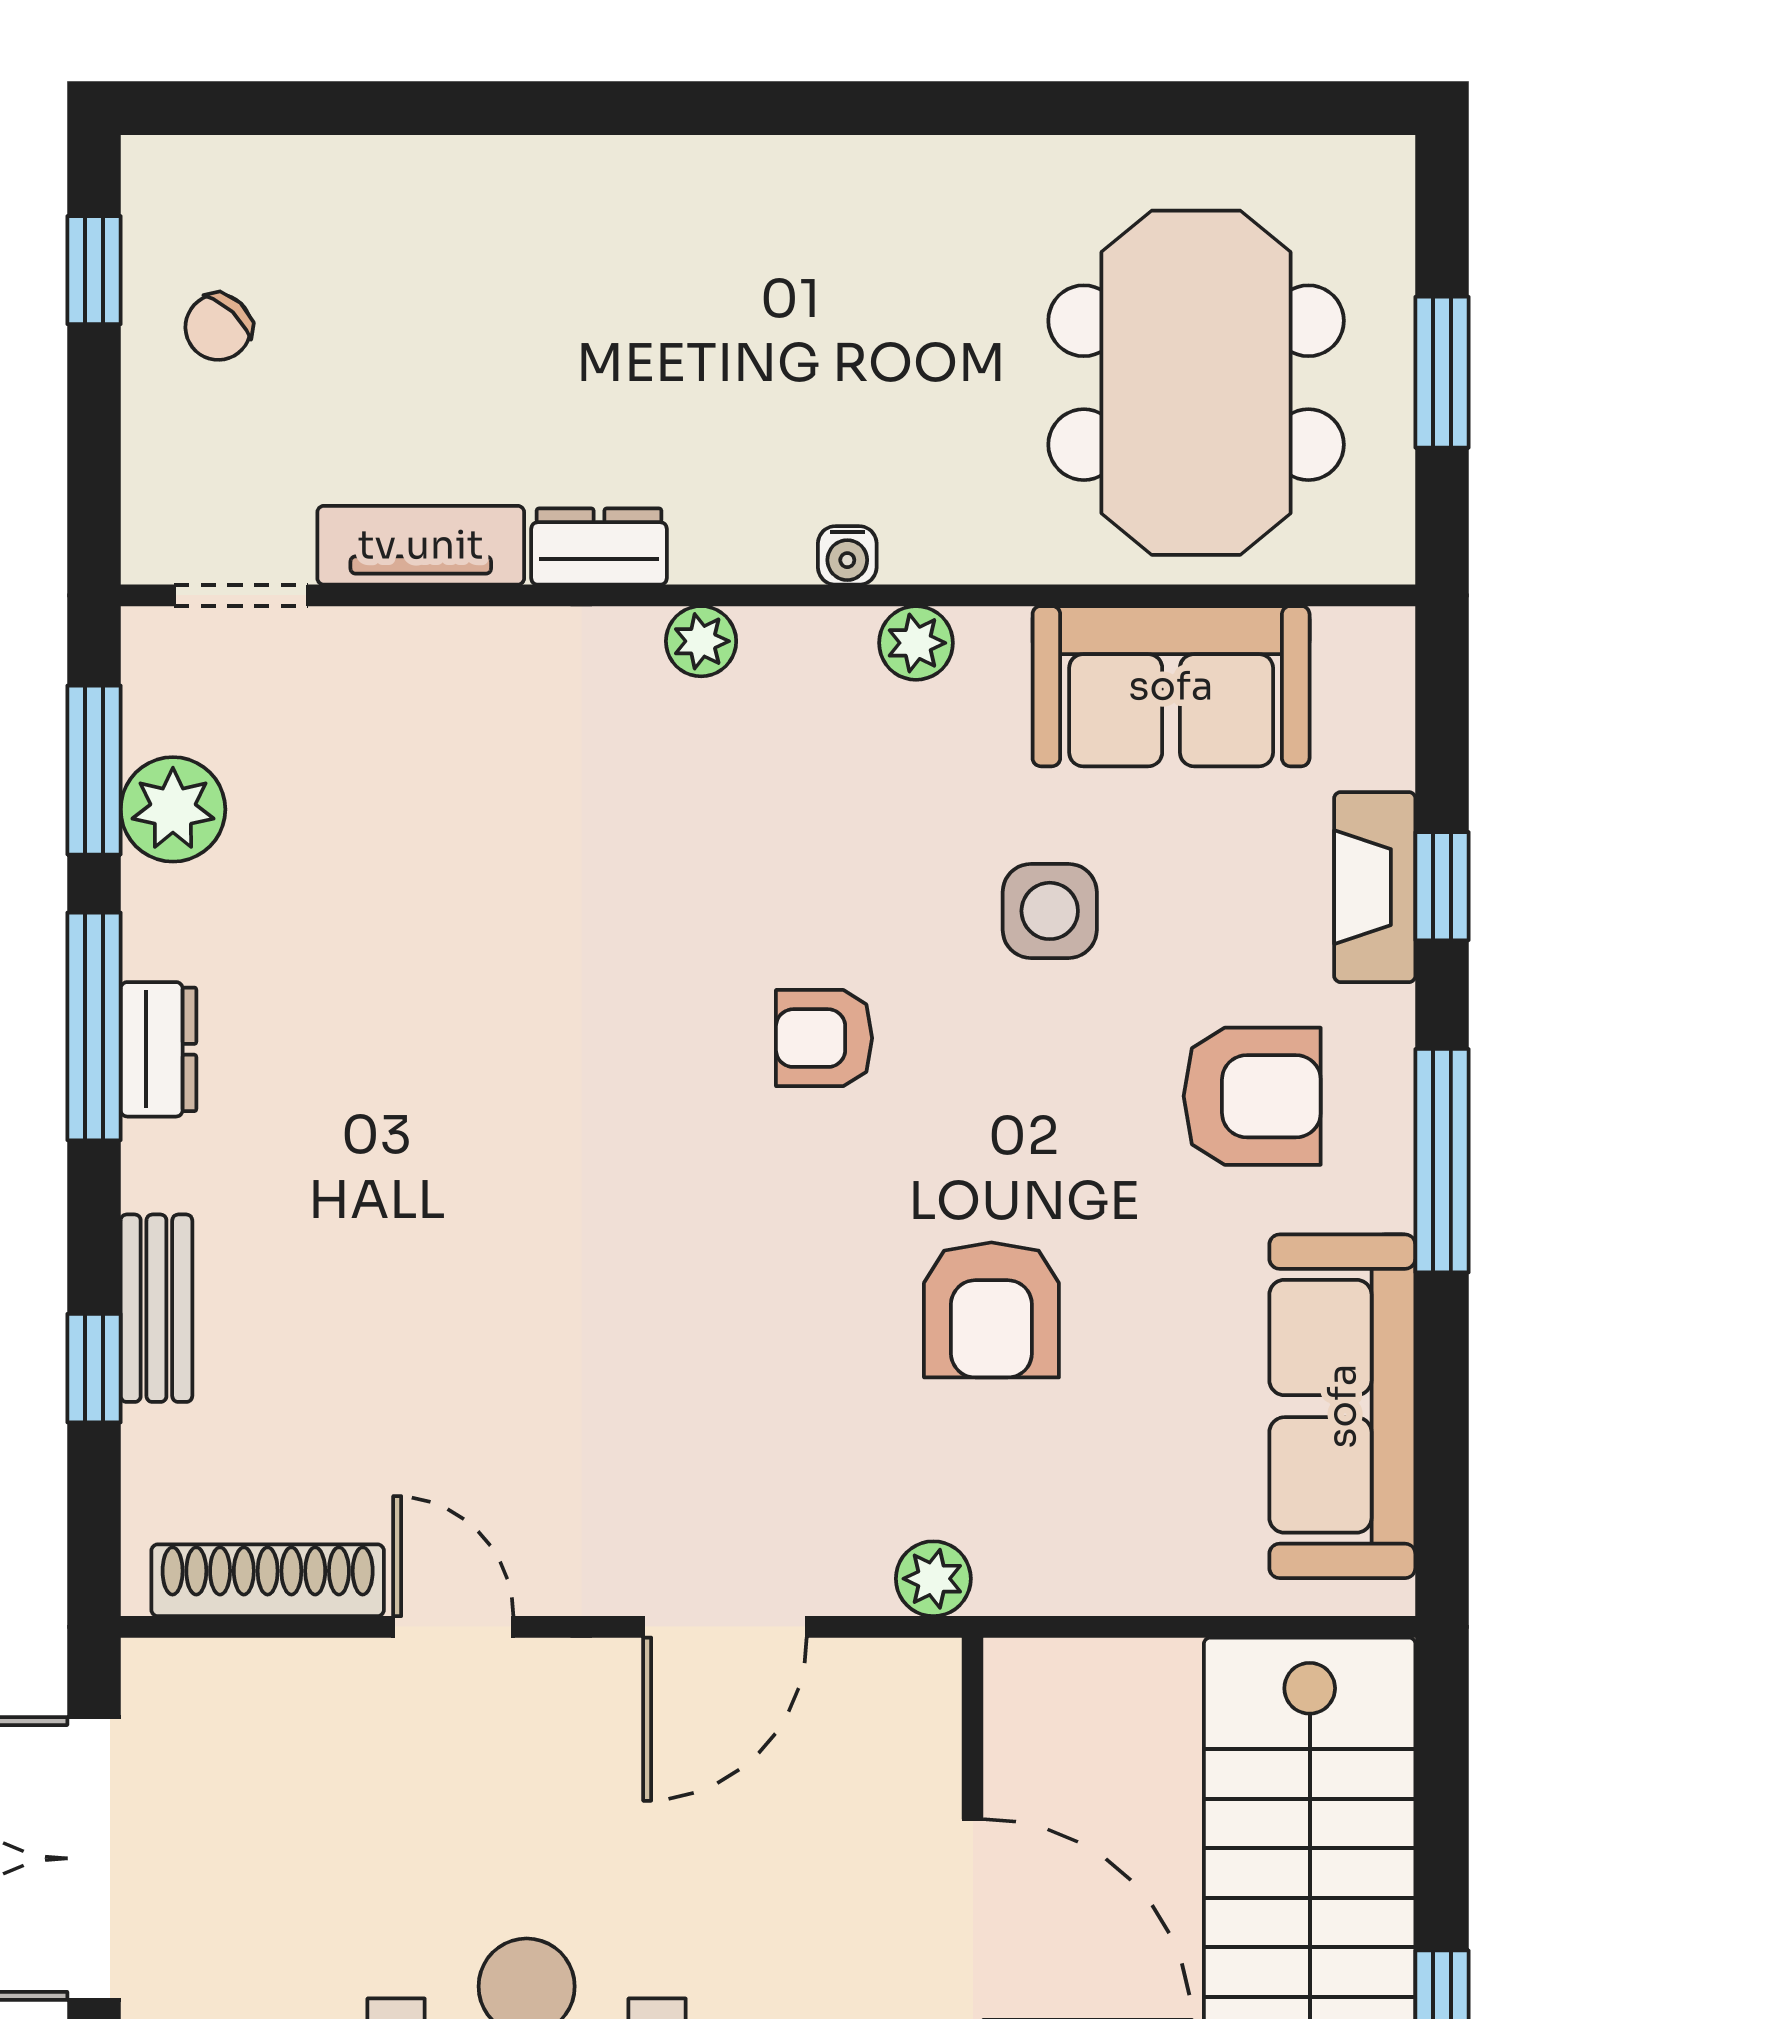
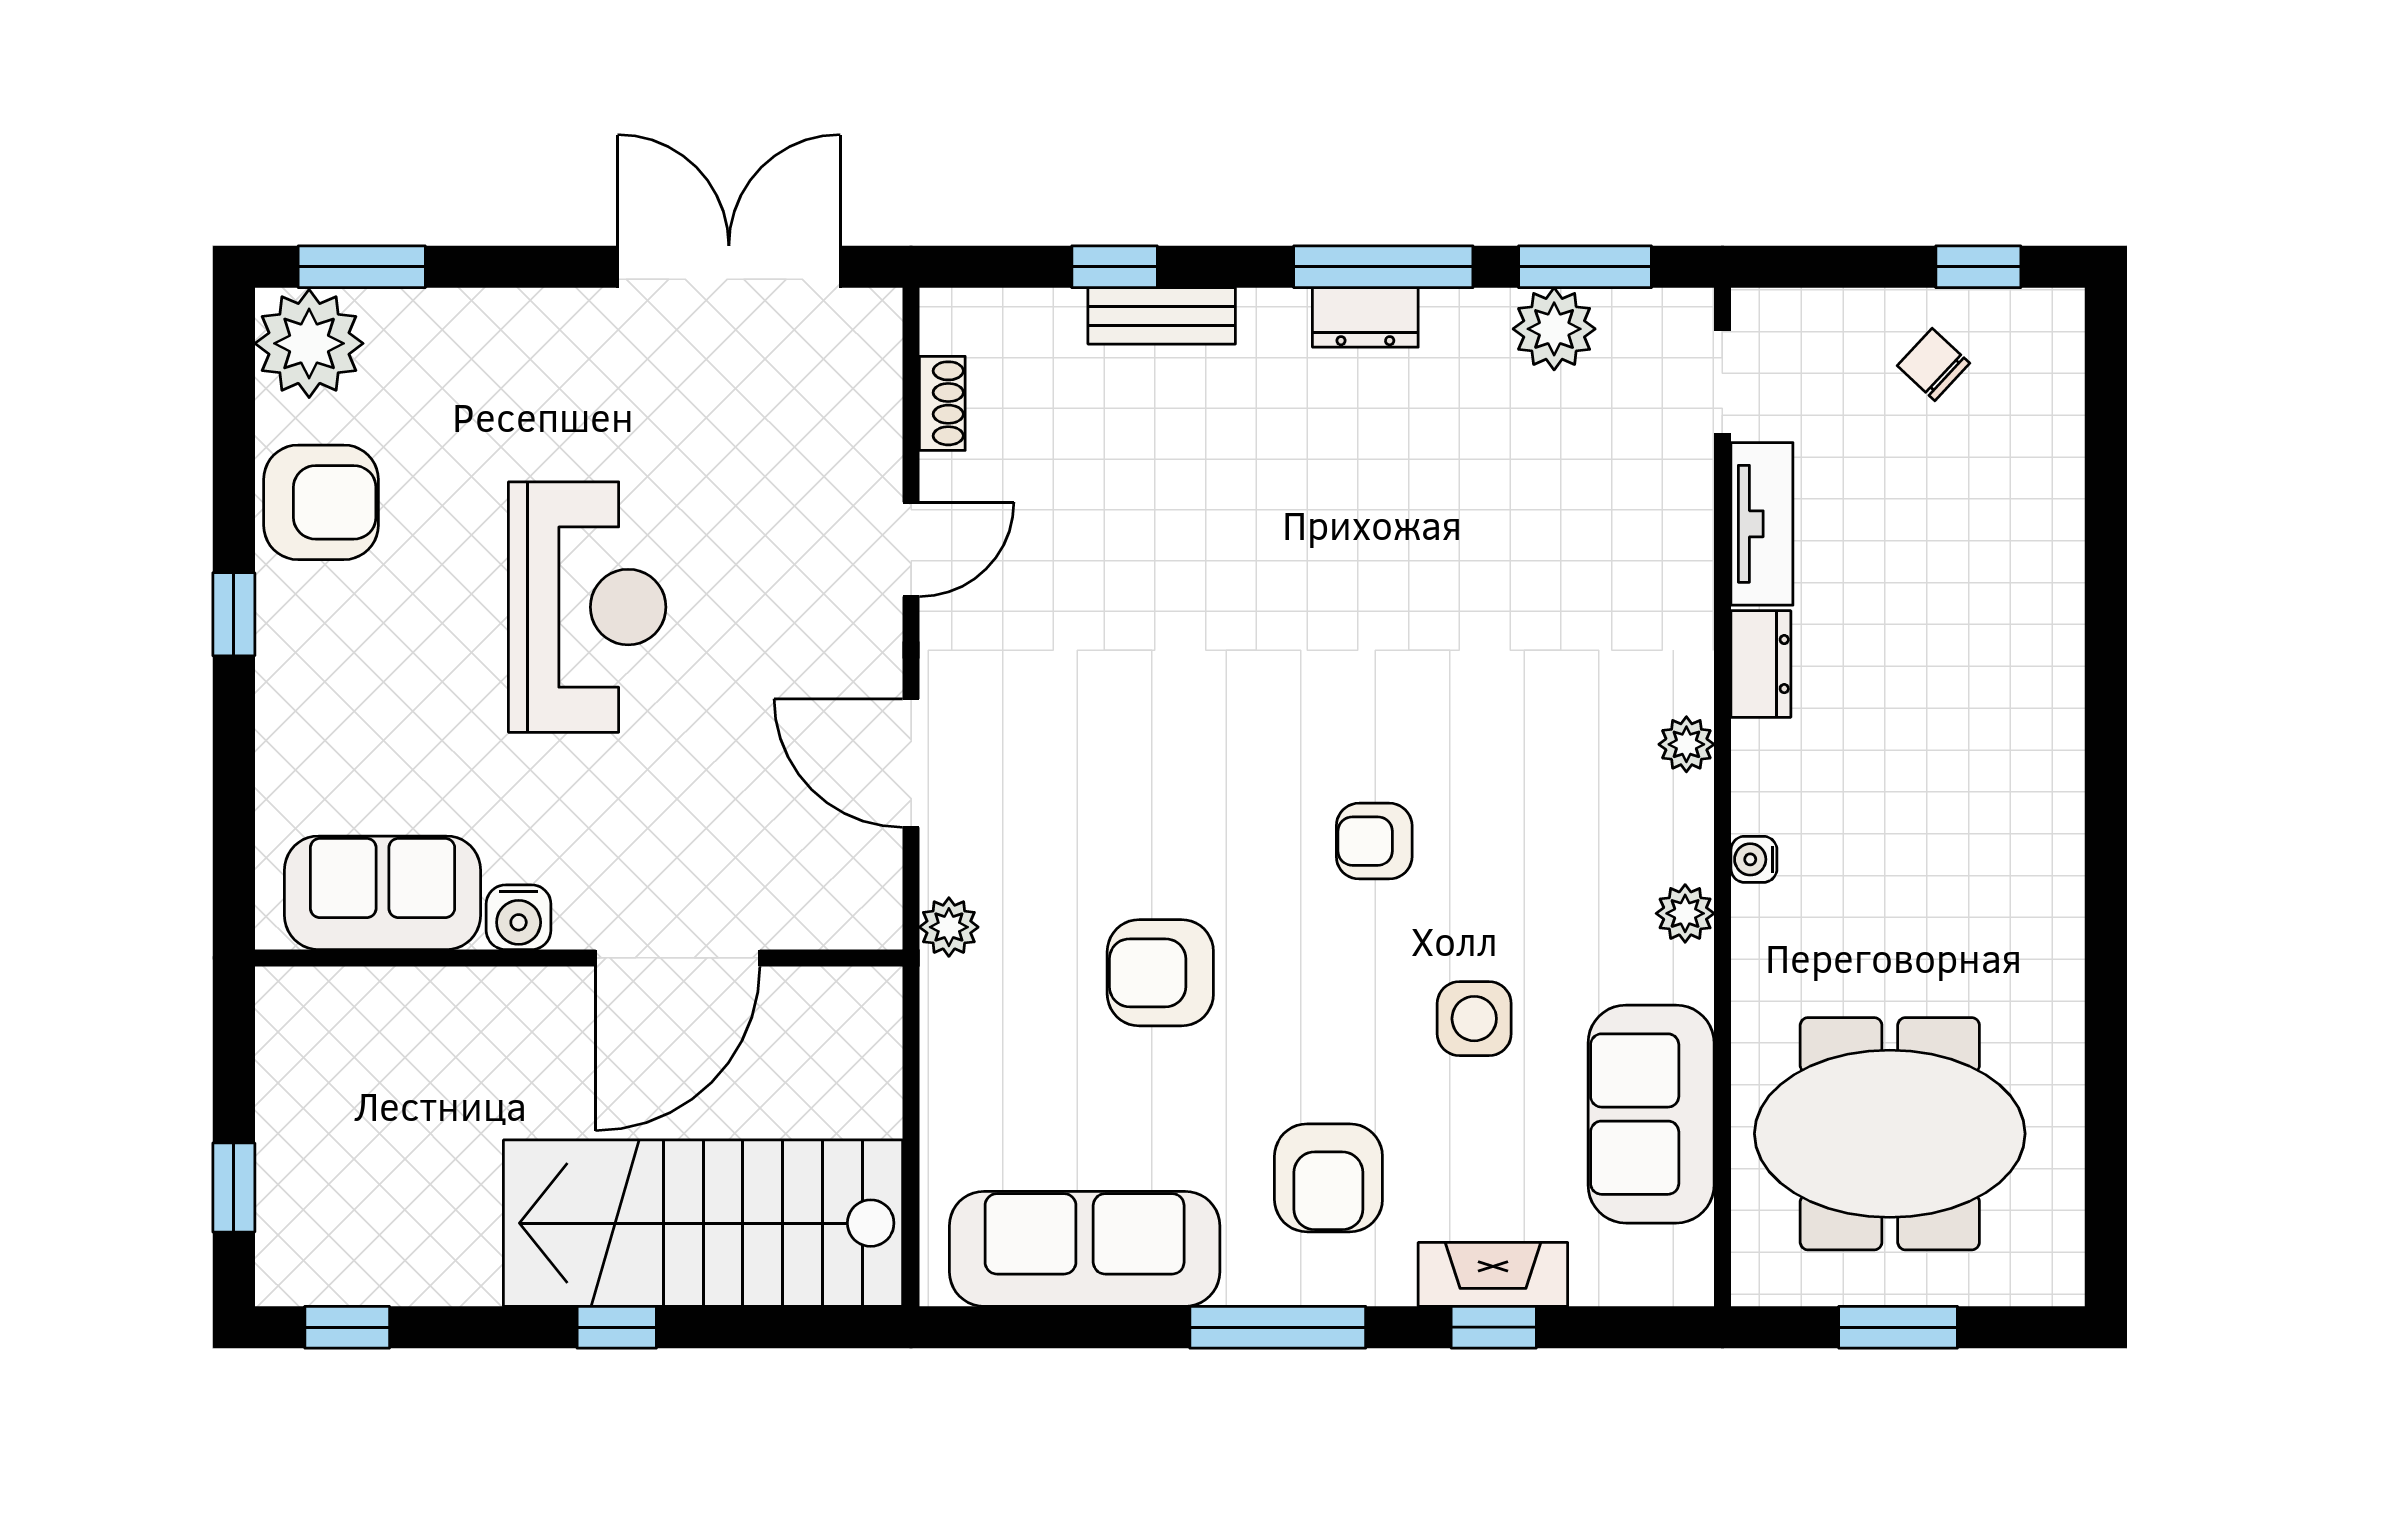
armchair: (824, 1038) -> (1374, 841), turned -90
shoe rack: (268, 1580) -> (942, 403), width x0.51, depth x0.81

